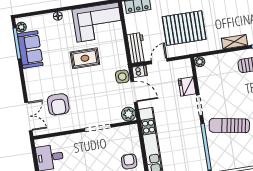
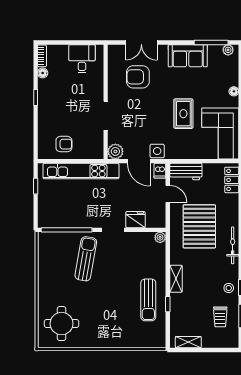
sofa: (30, 50) -> (188, 56), moved
door: (134, 92) -> (139, 161), hinge flipped
double door: (28, 116) -> (141, 42), moved

